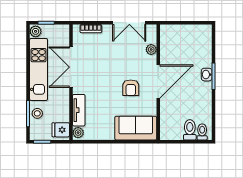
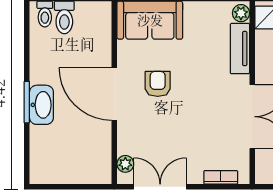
plant: (151, 50) -> (125, 164), moved
washbasin: (207, 75) -> (41, 105), width x1.91, depth x1.45
door: (158, 81) -> (114, 94), hinge flipped

